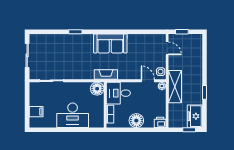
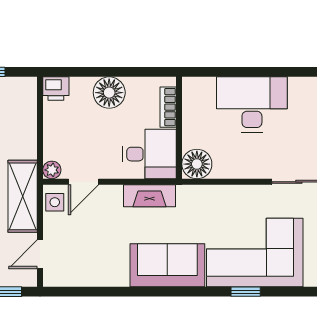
door: (167, 48) -> (40, 254), hinge flipped
corner sofa: (71, 49) -> (255, 252), added
fireplace: (106, 75) -> (149, 196), moved
door: (148, 81) -> (83, 182), hinge flipped
shelving: (175, 87) -> (23, 196), moved

